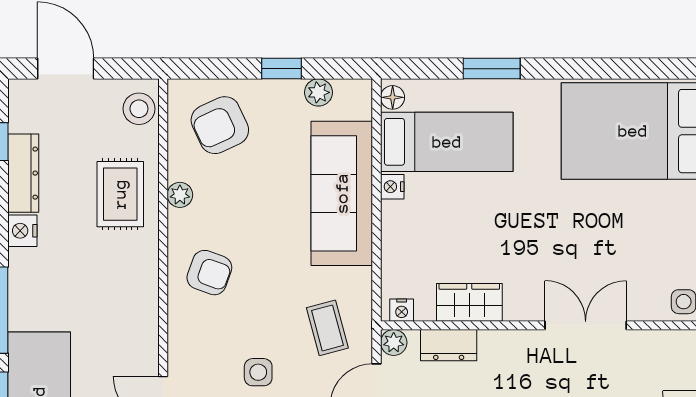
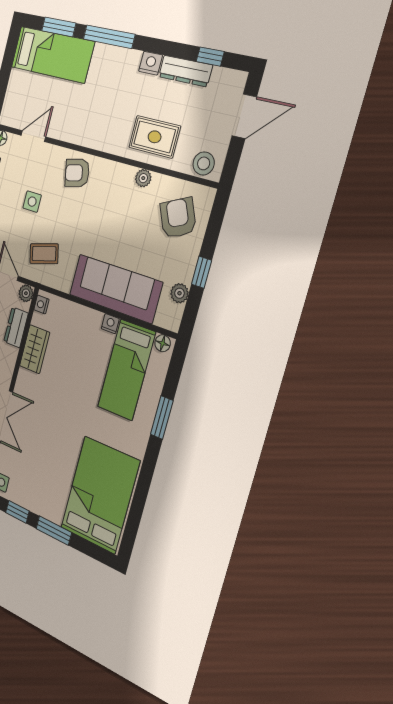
armchair: (209, 273) -> (77, 173), moved, turned 57

